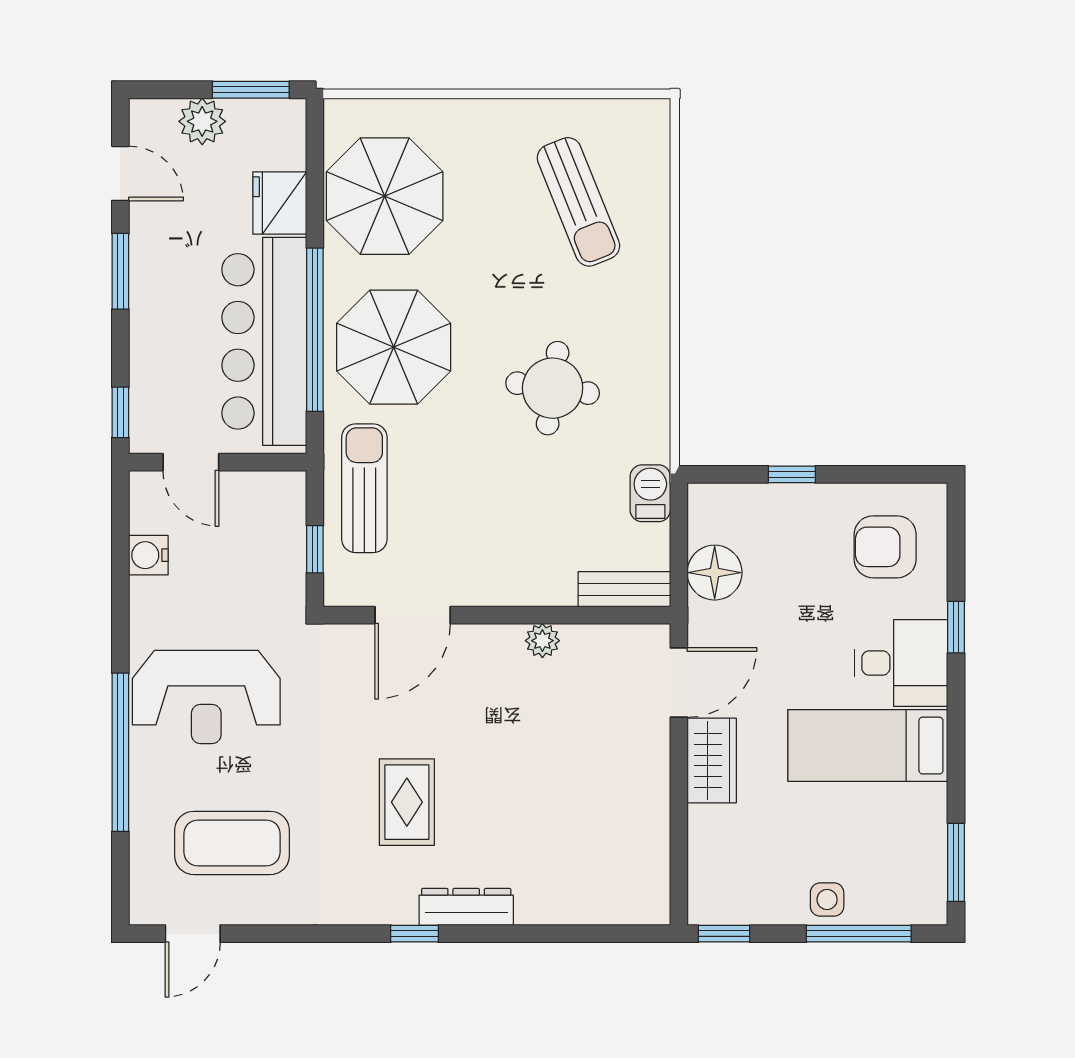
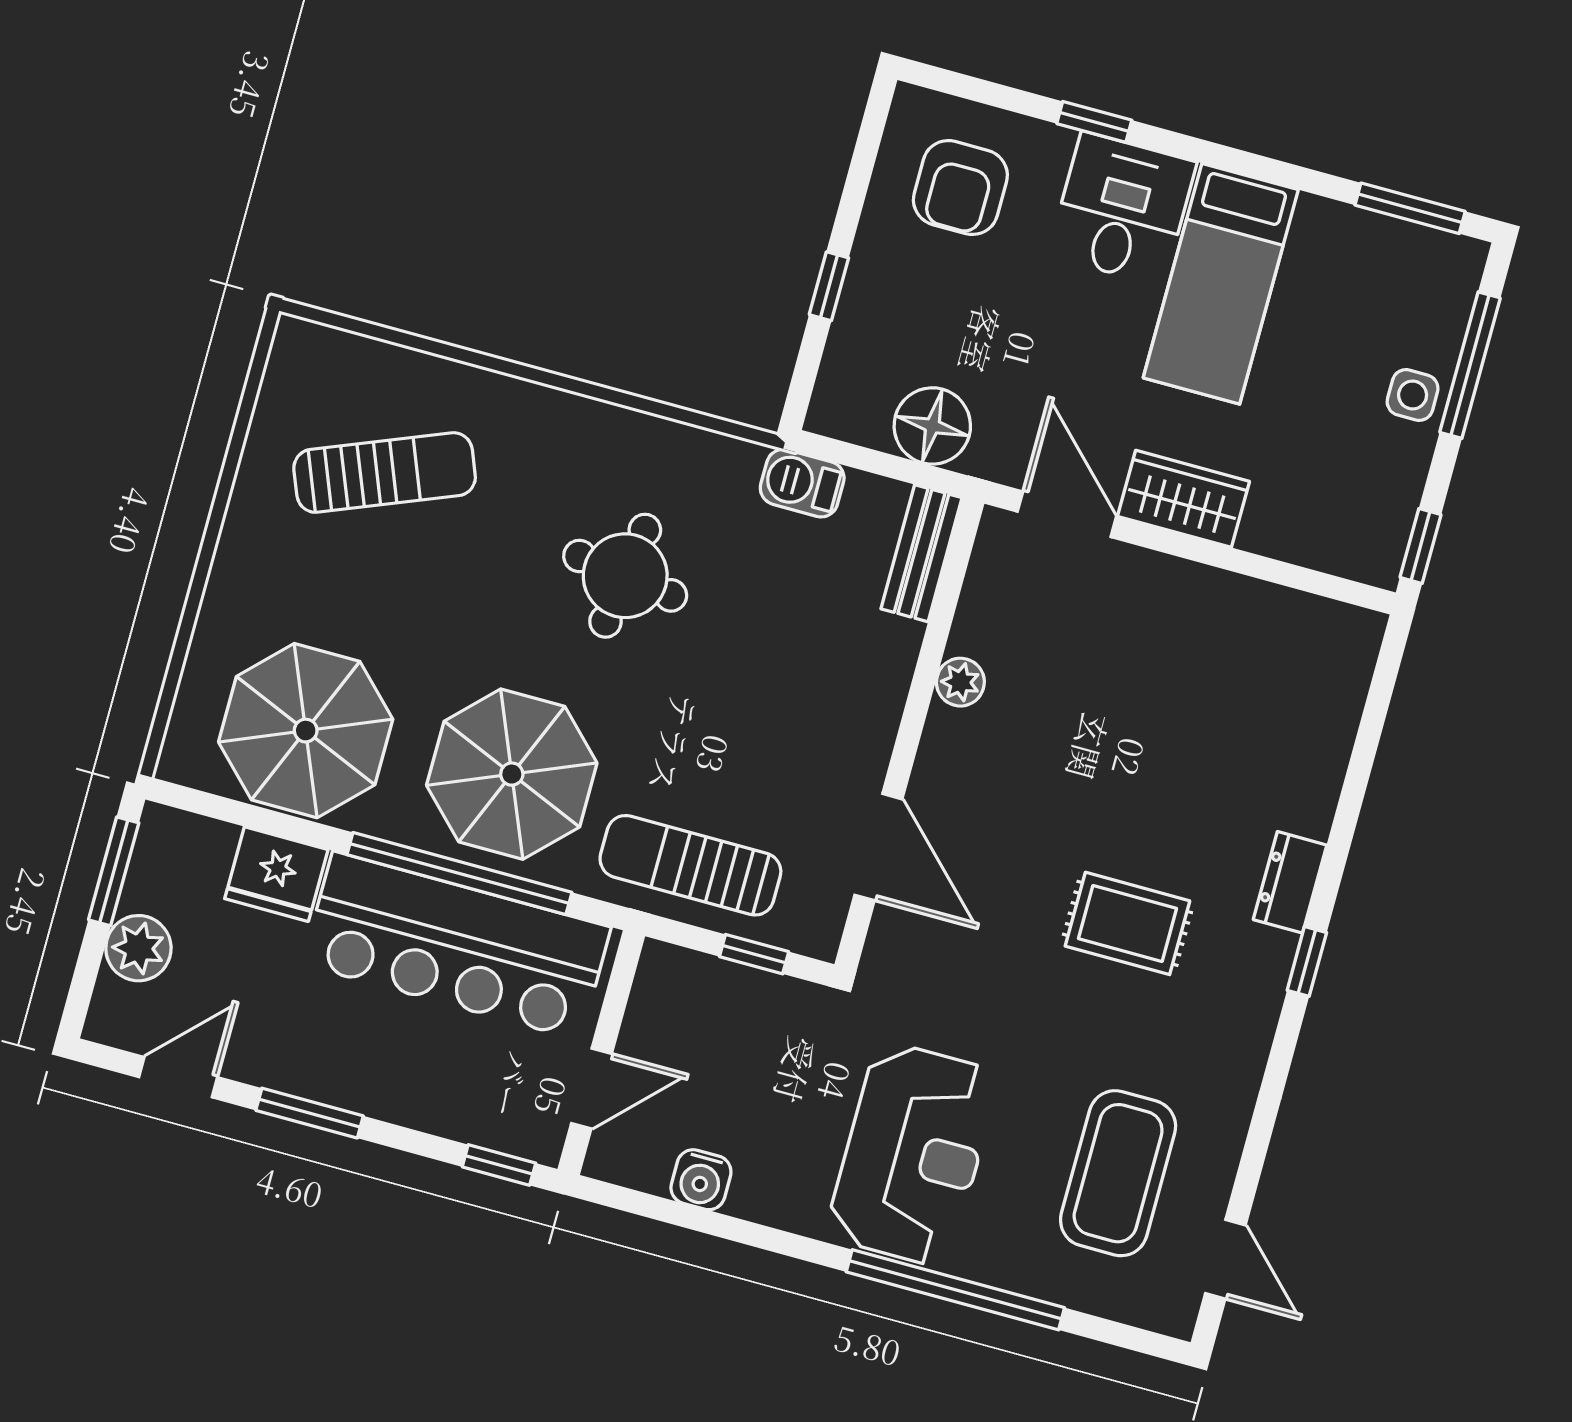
dresser: (466, 907) -> (1290, 882), width x0.70

